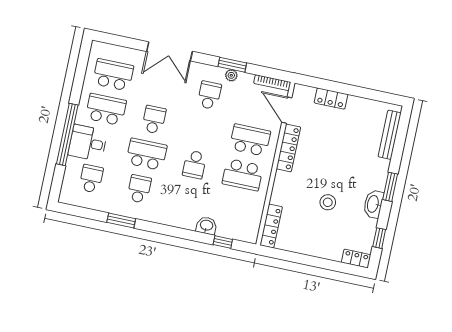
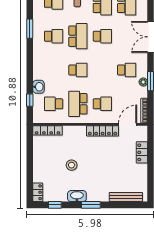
school desk: (250, 140) -> (102, 104), width x0.54
school desk: (195, 164) -> (78, 70), turned 180
school desk: (235, 209) -> (54, 104), added

